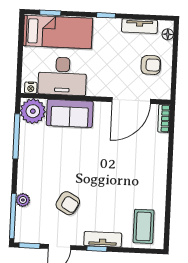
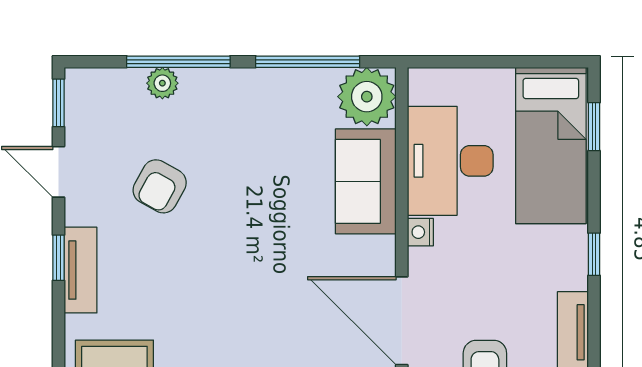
nightstand: (31, 88) -> (420, 232), moved
window: (13, 216) -> (178, 62), moved

